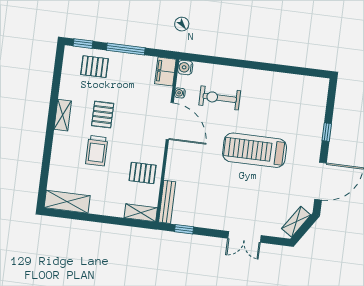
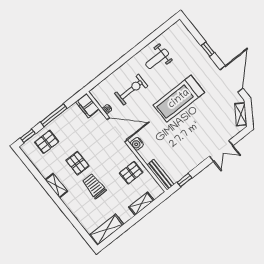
water cooler: (185, 67) -> (137, 144), moved
weight bench: (272, 94) -> (157, 59), added
exercise bike: (220, 98) -> (131, 90), turned 180
trolley: (97, 151) -> (94, 186), turned 180
shelving: (141, 213) -> (141, 204), moved

